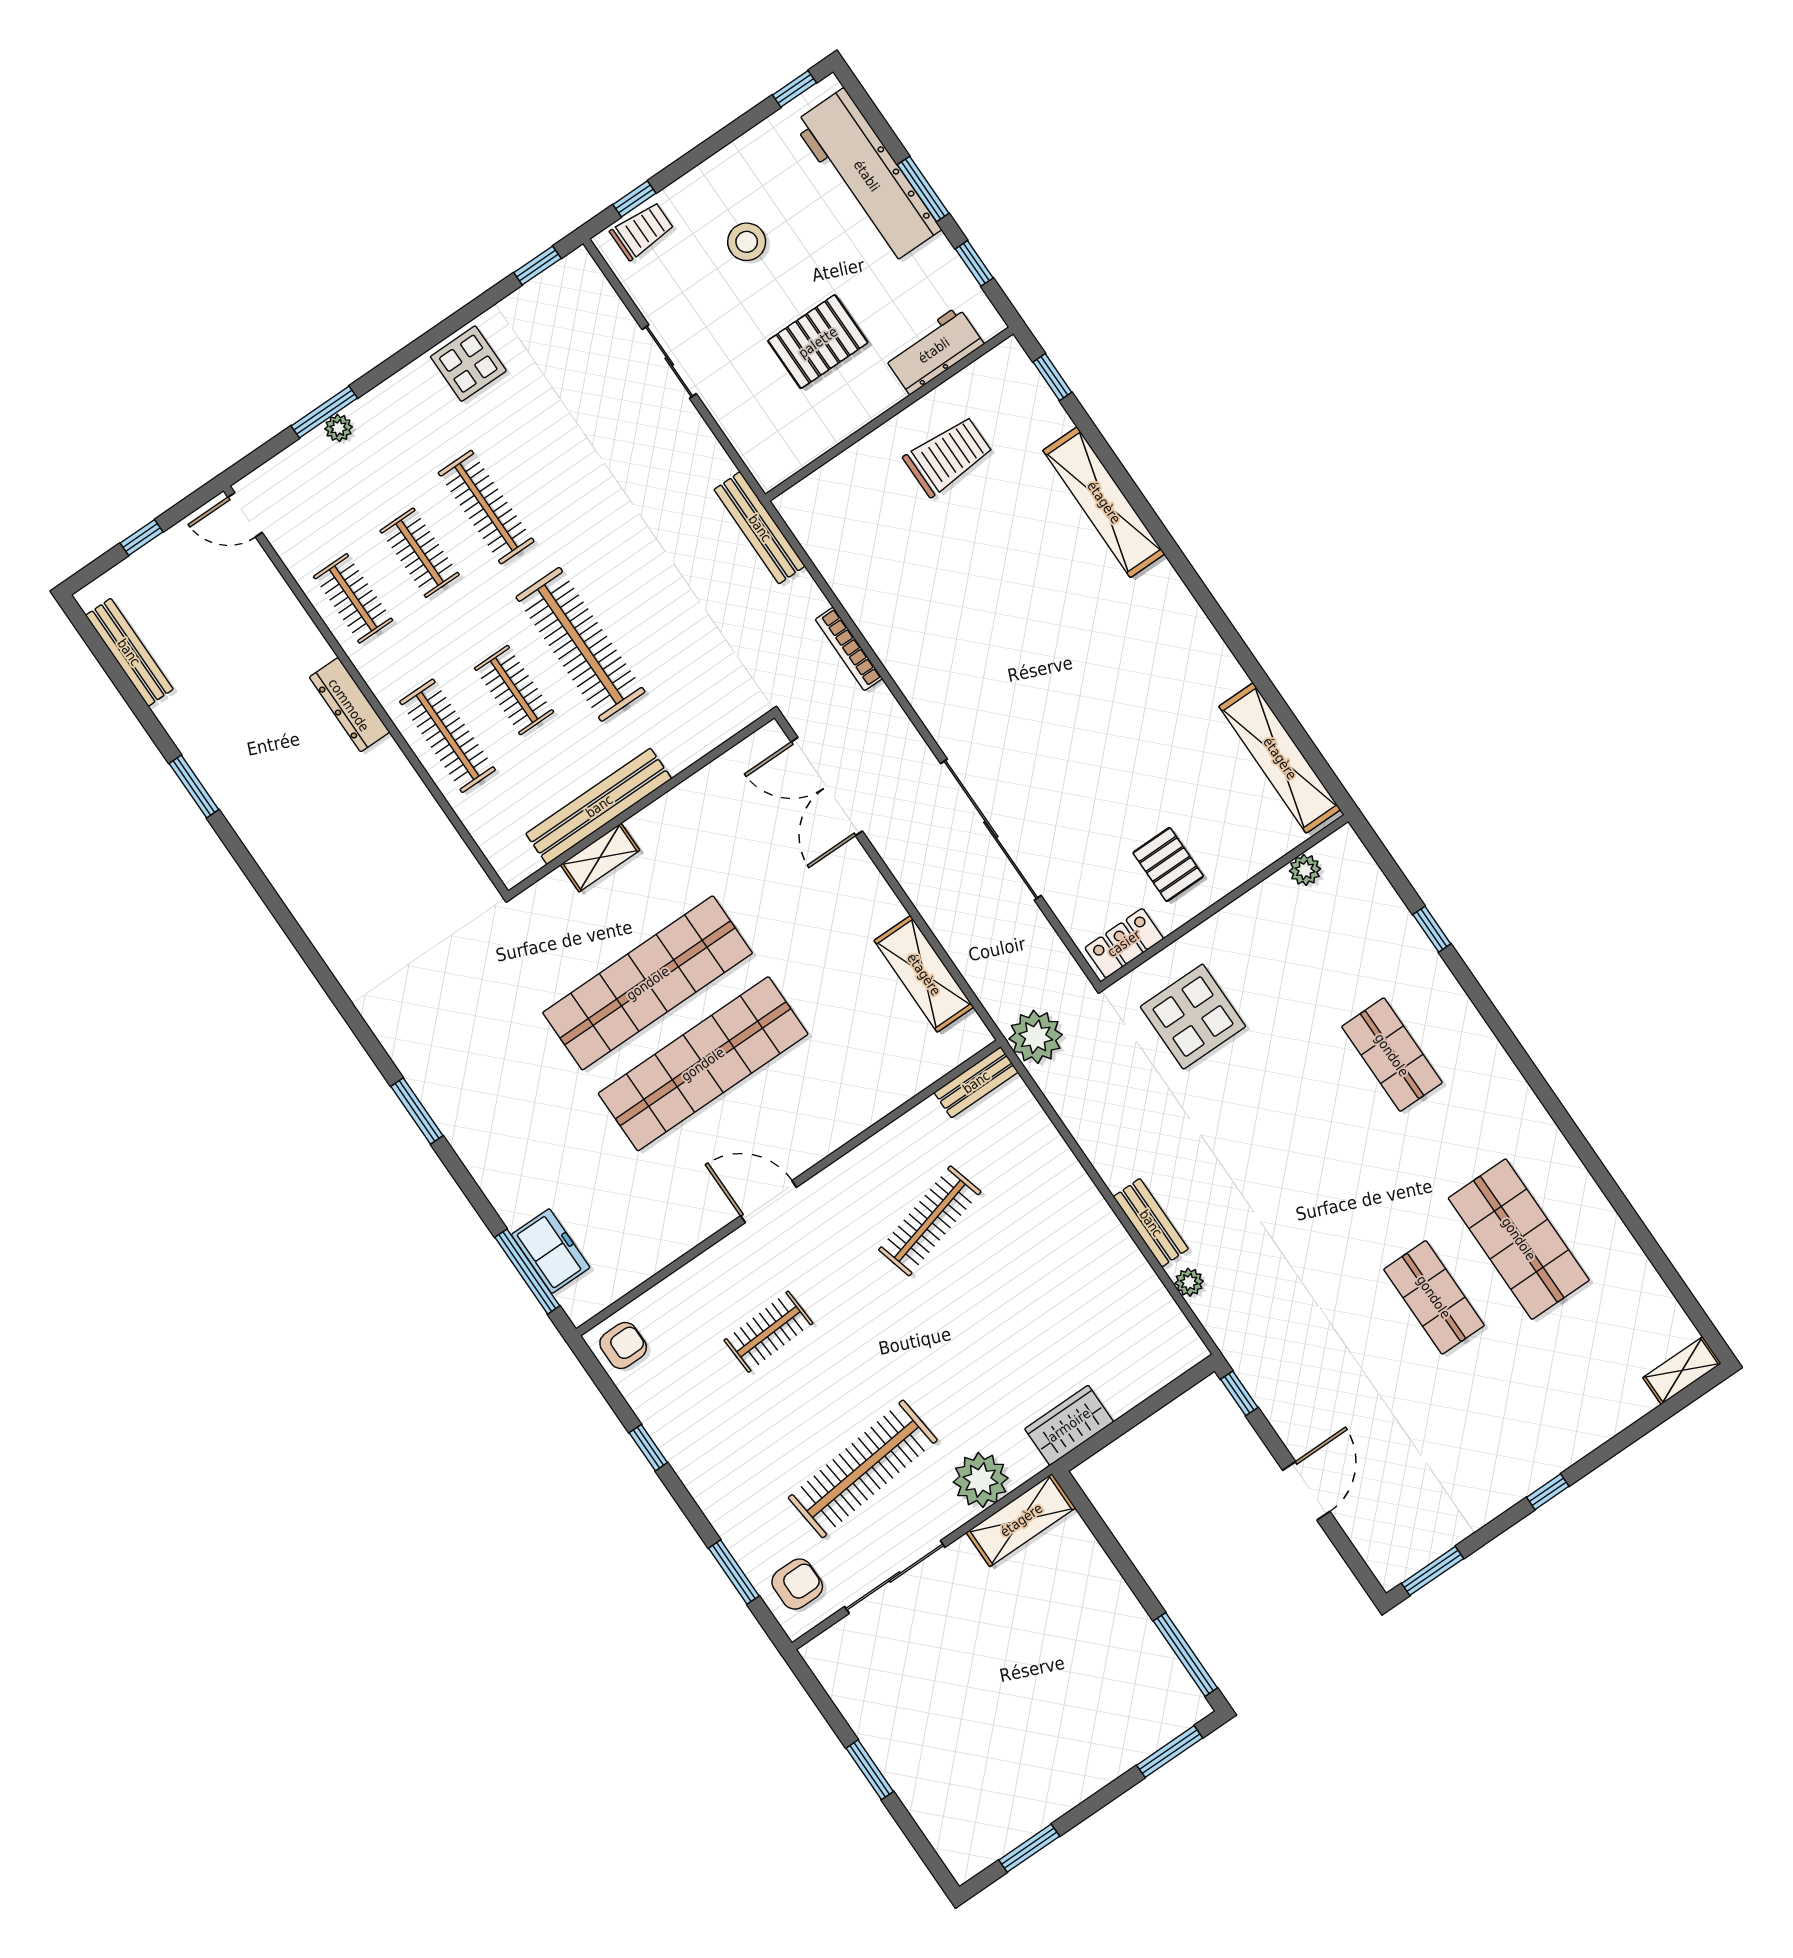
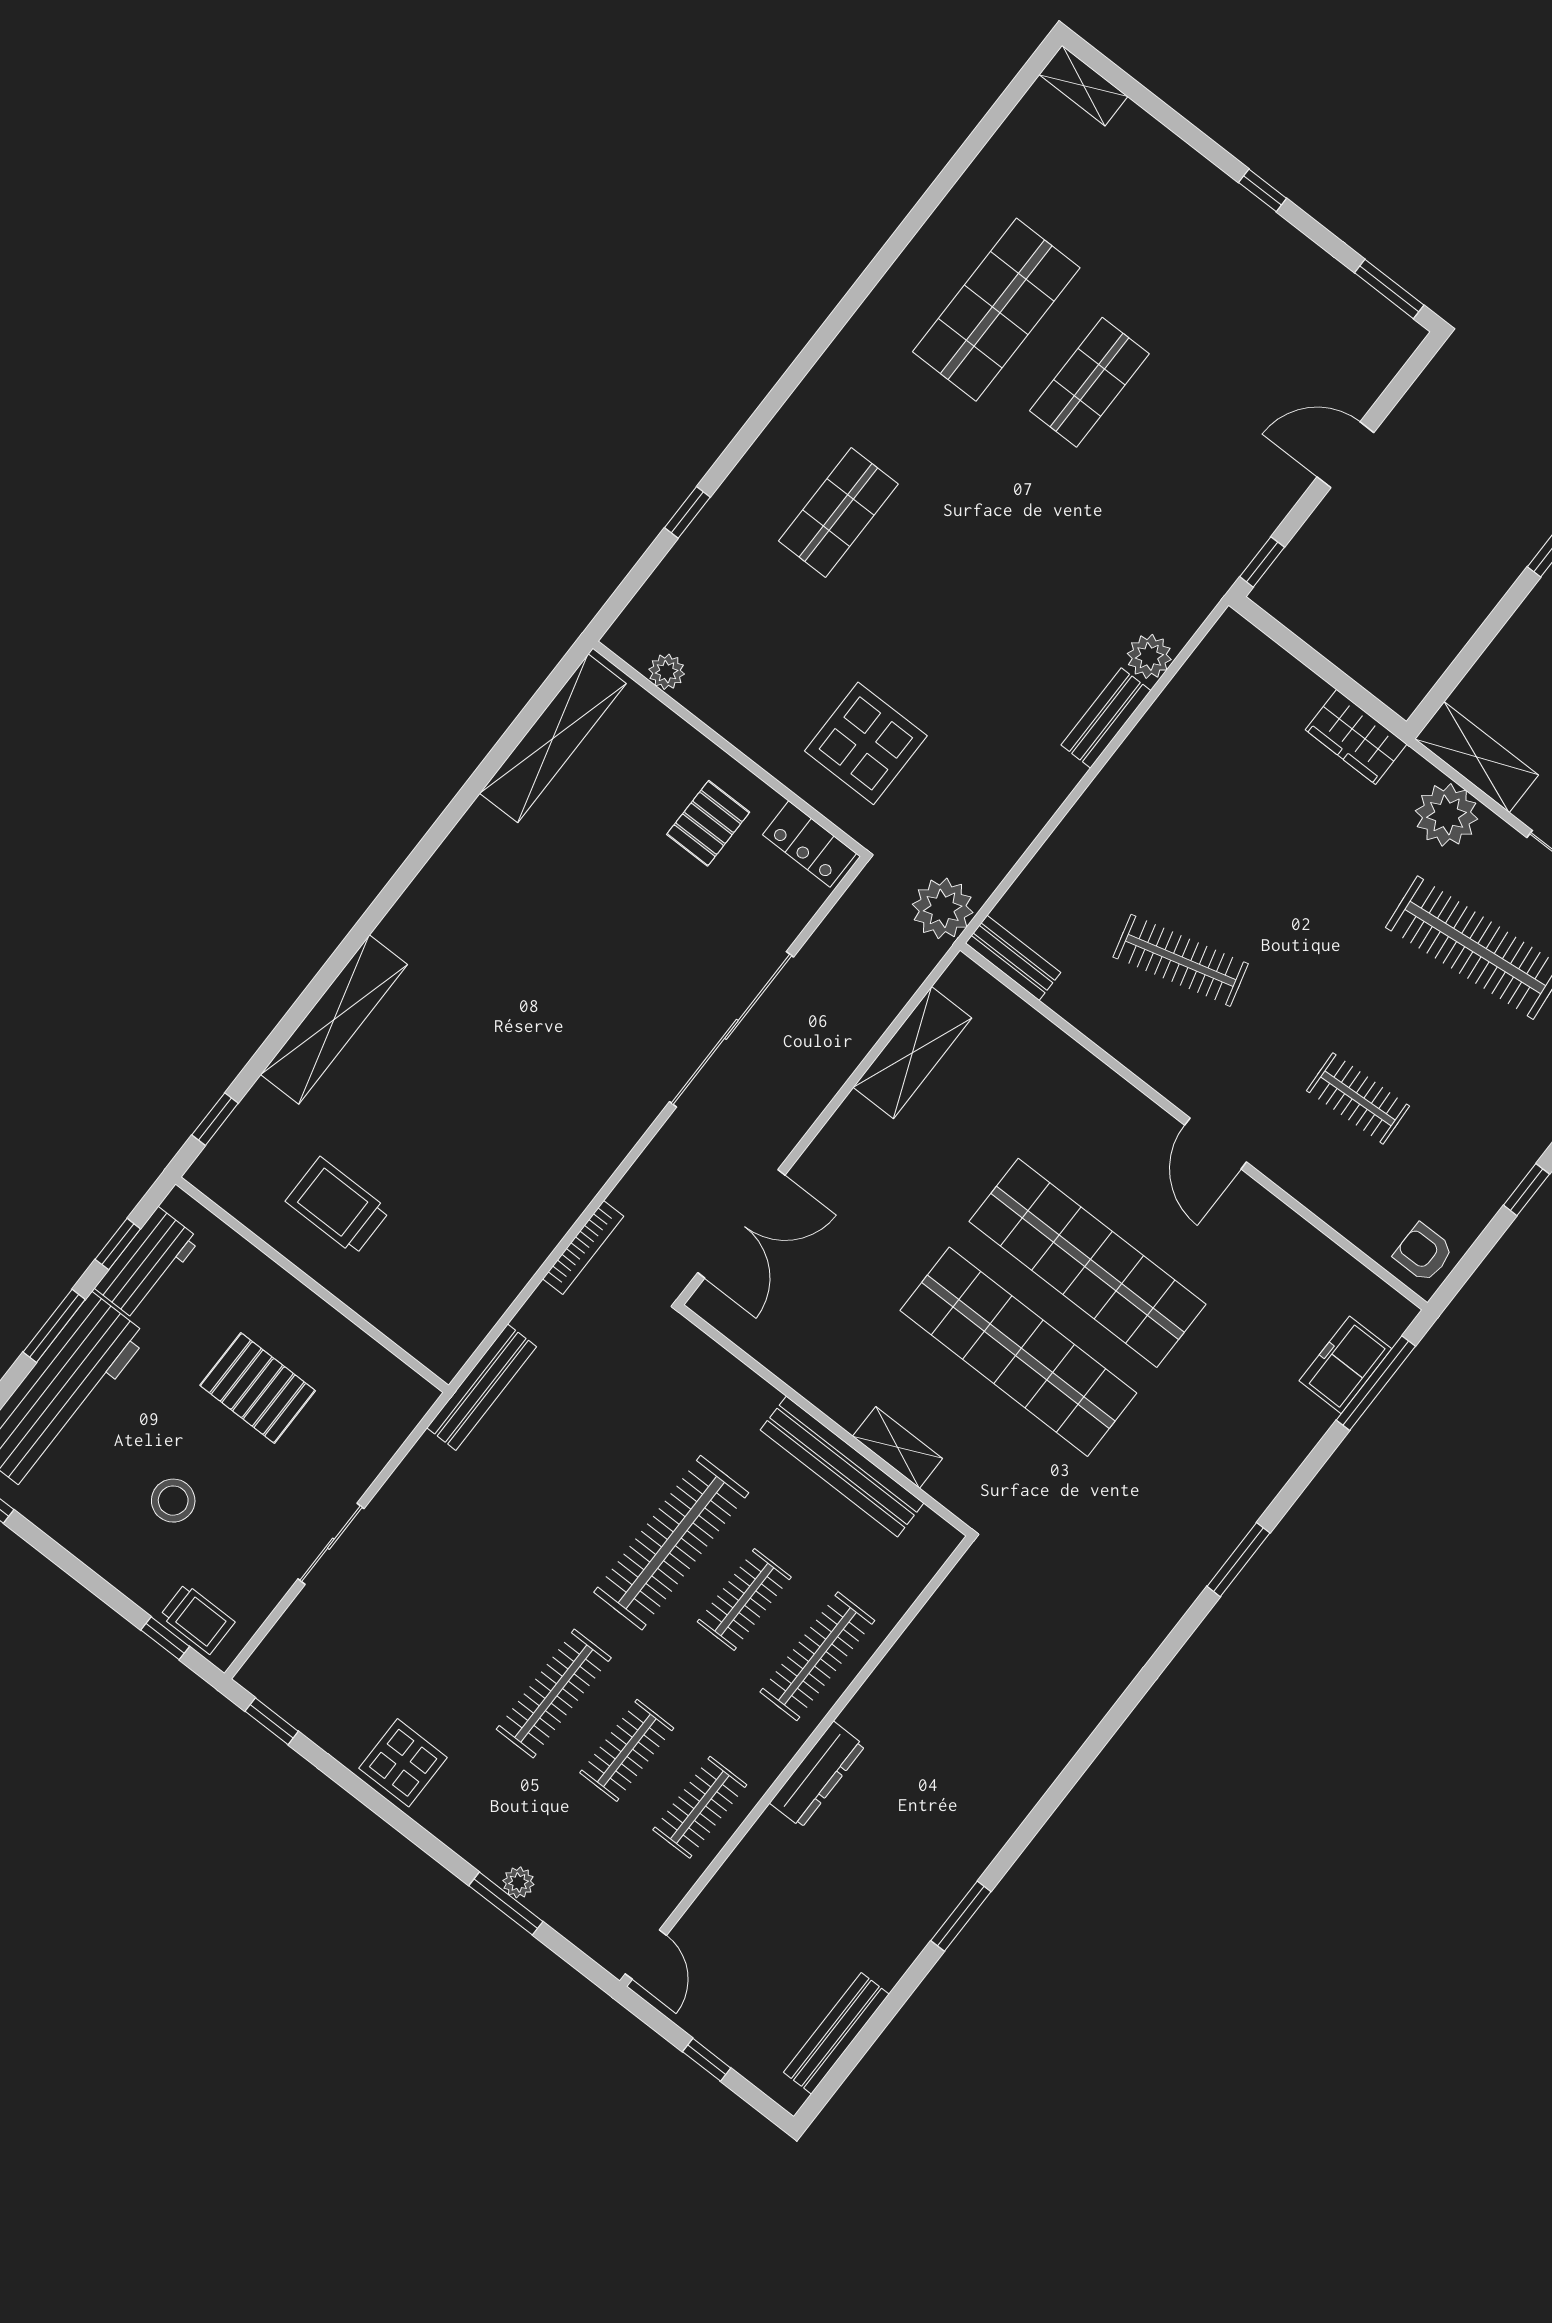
trolley: (642, 231) -> (197, 1619), turned 180
workbench: (934, 350) -> (147, 1264), moved, turned -90
plant: (1189, 1282) -> (1149, 656), width x1.38, depth x1.38

